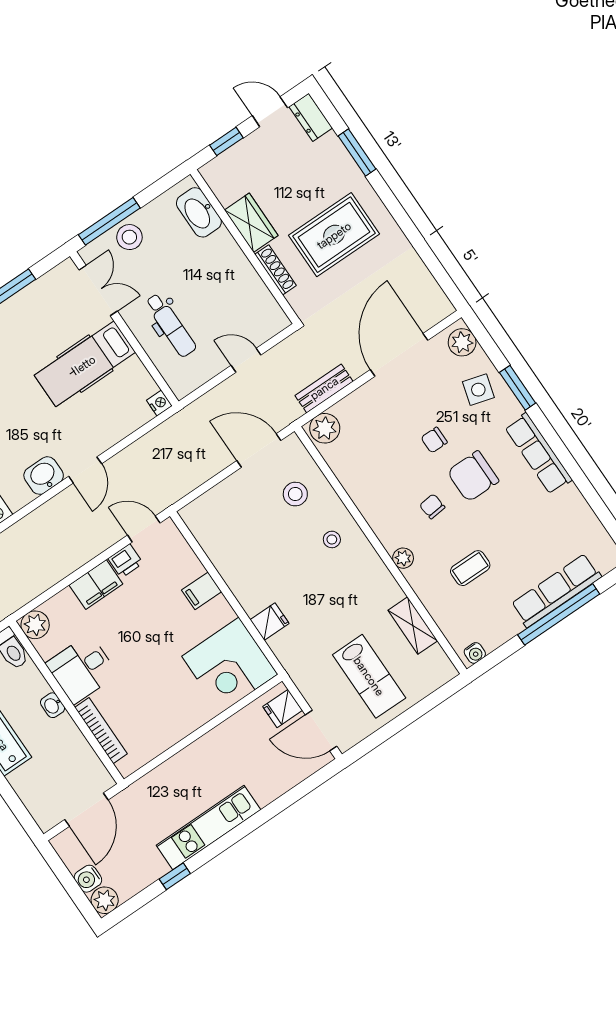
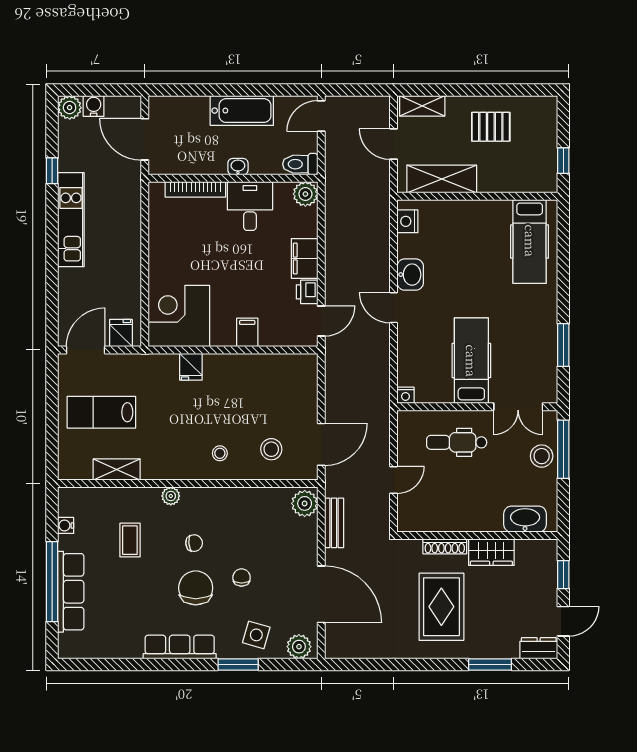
water cooler: (475, 653) -> (66, 525), moved

